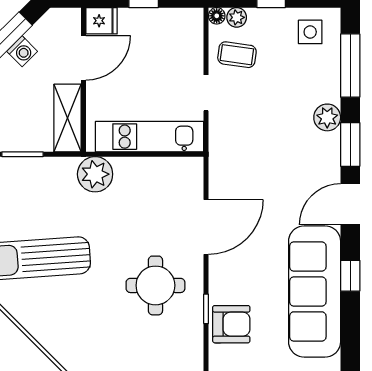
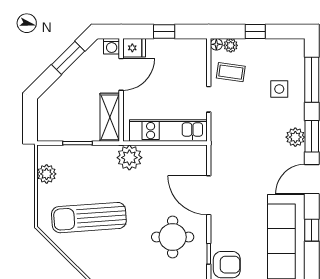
side table: (310, 32) -> (279, 89), moved
washing machine: (22, 51) -> (112, 46), moved, turned 45
plant: (327, 117) -> (295, 137), moved
door: (206, 227) -> (209, 195), swing flipped

